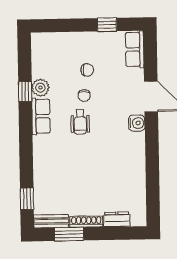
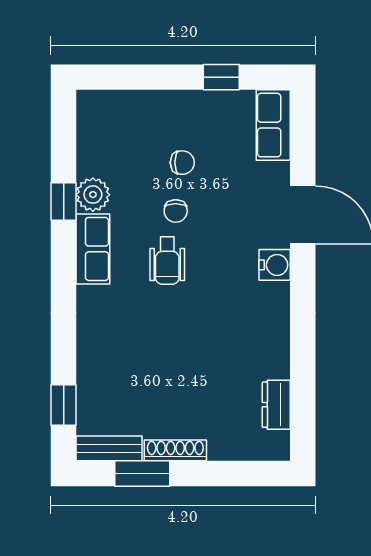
dresser: (117, 219) -> (276, 405), moved, turned -90

